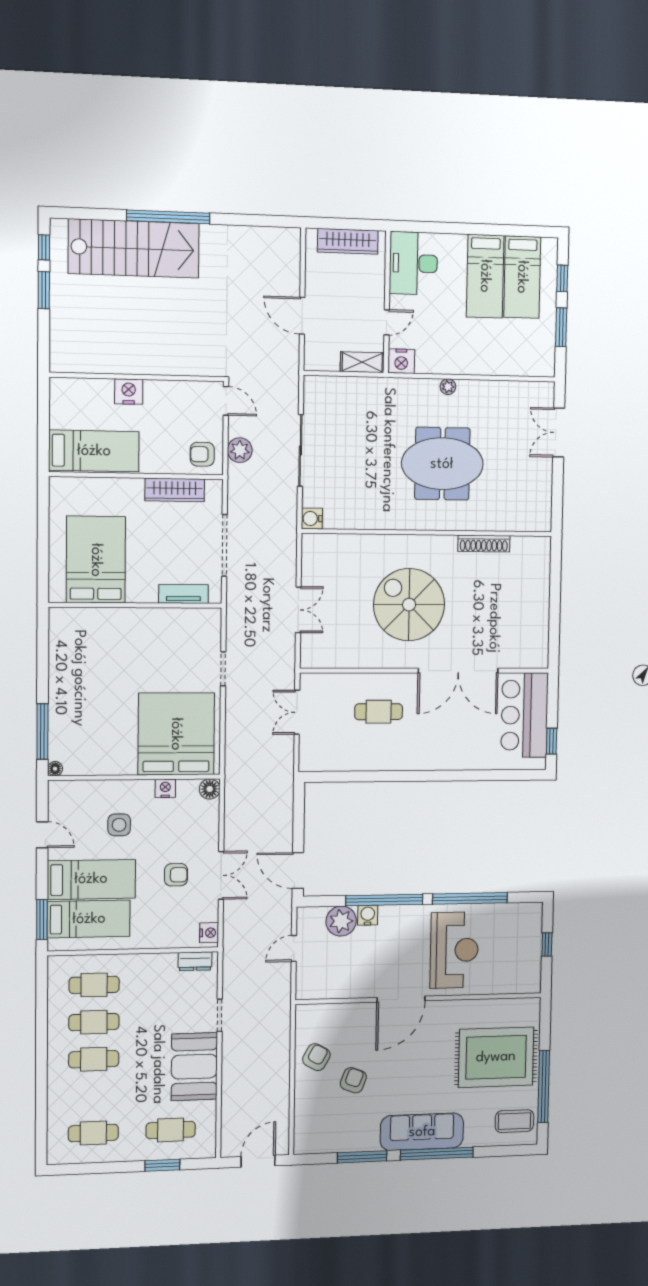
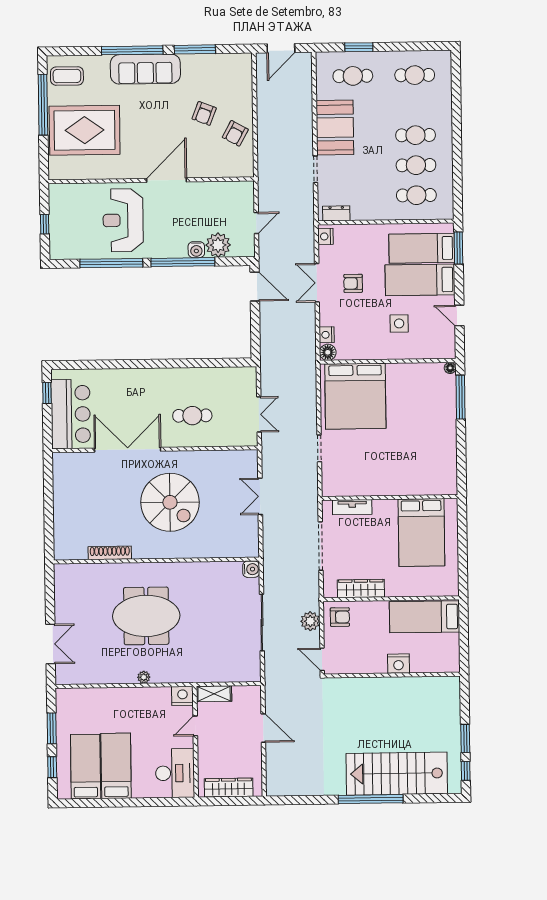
nightstand: (165, 788) -> (327, 335), moved, turned 90

